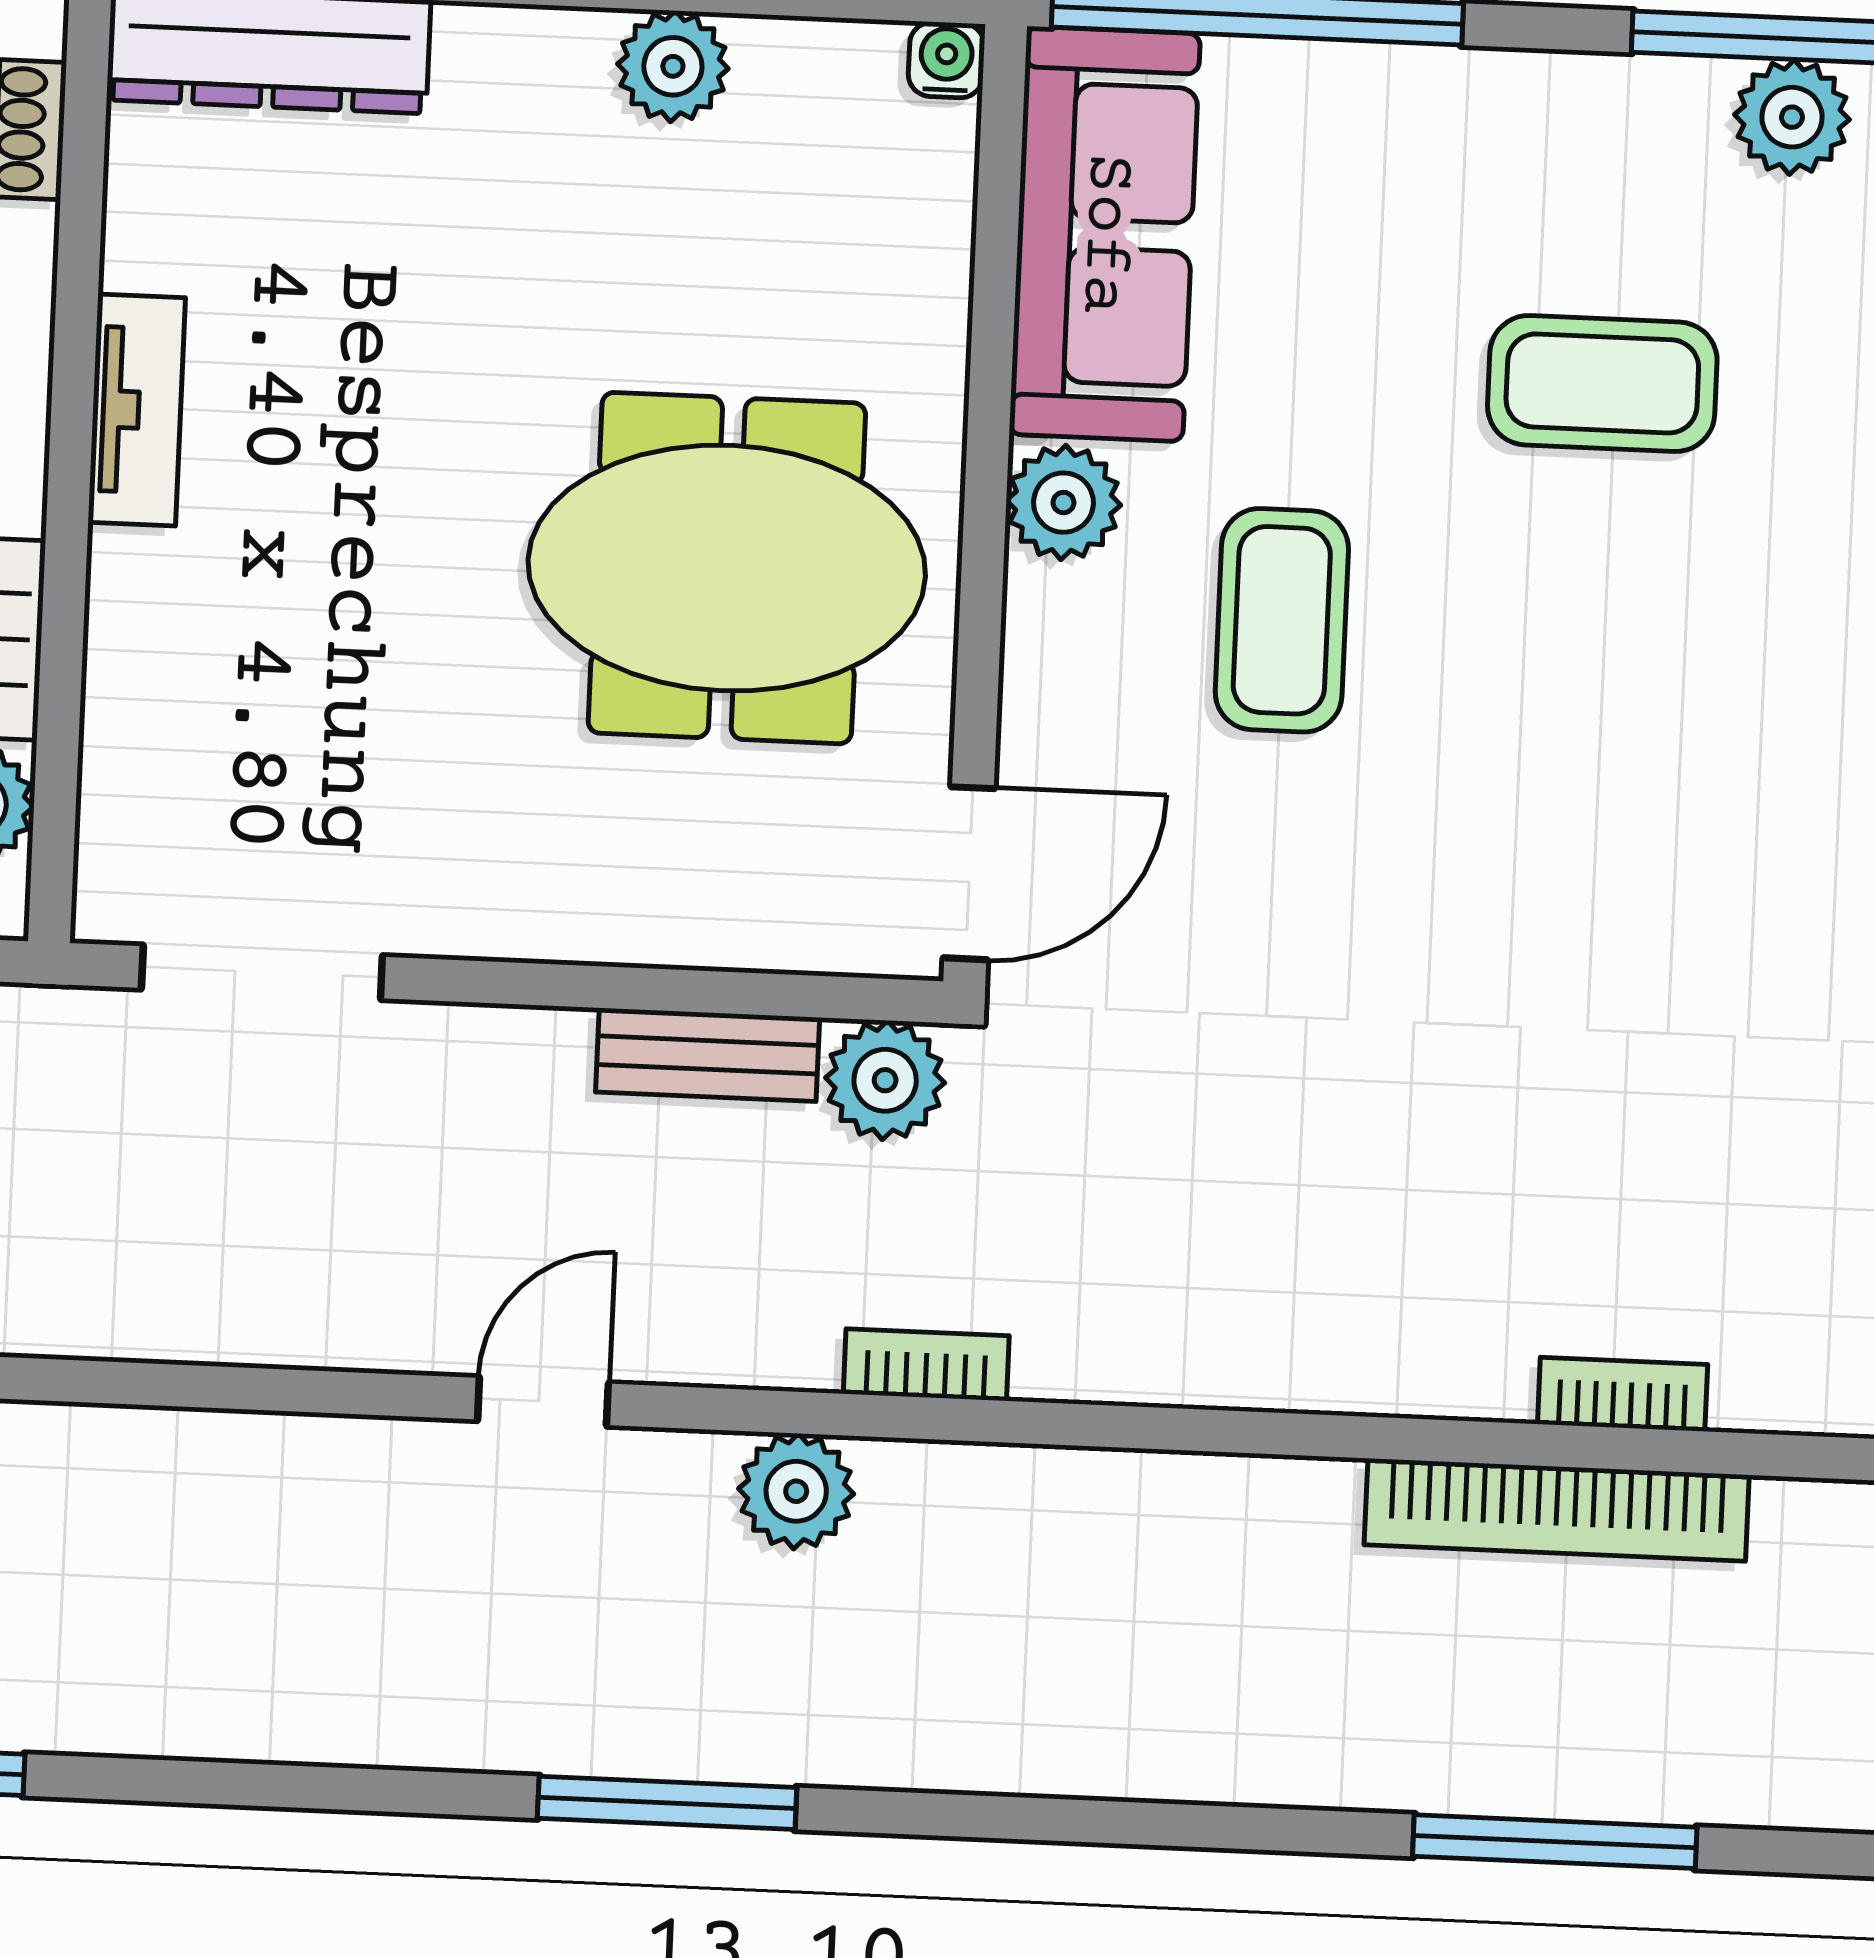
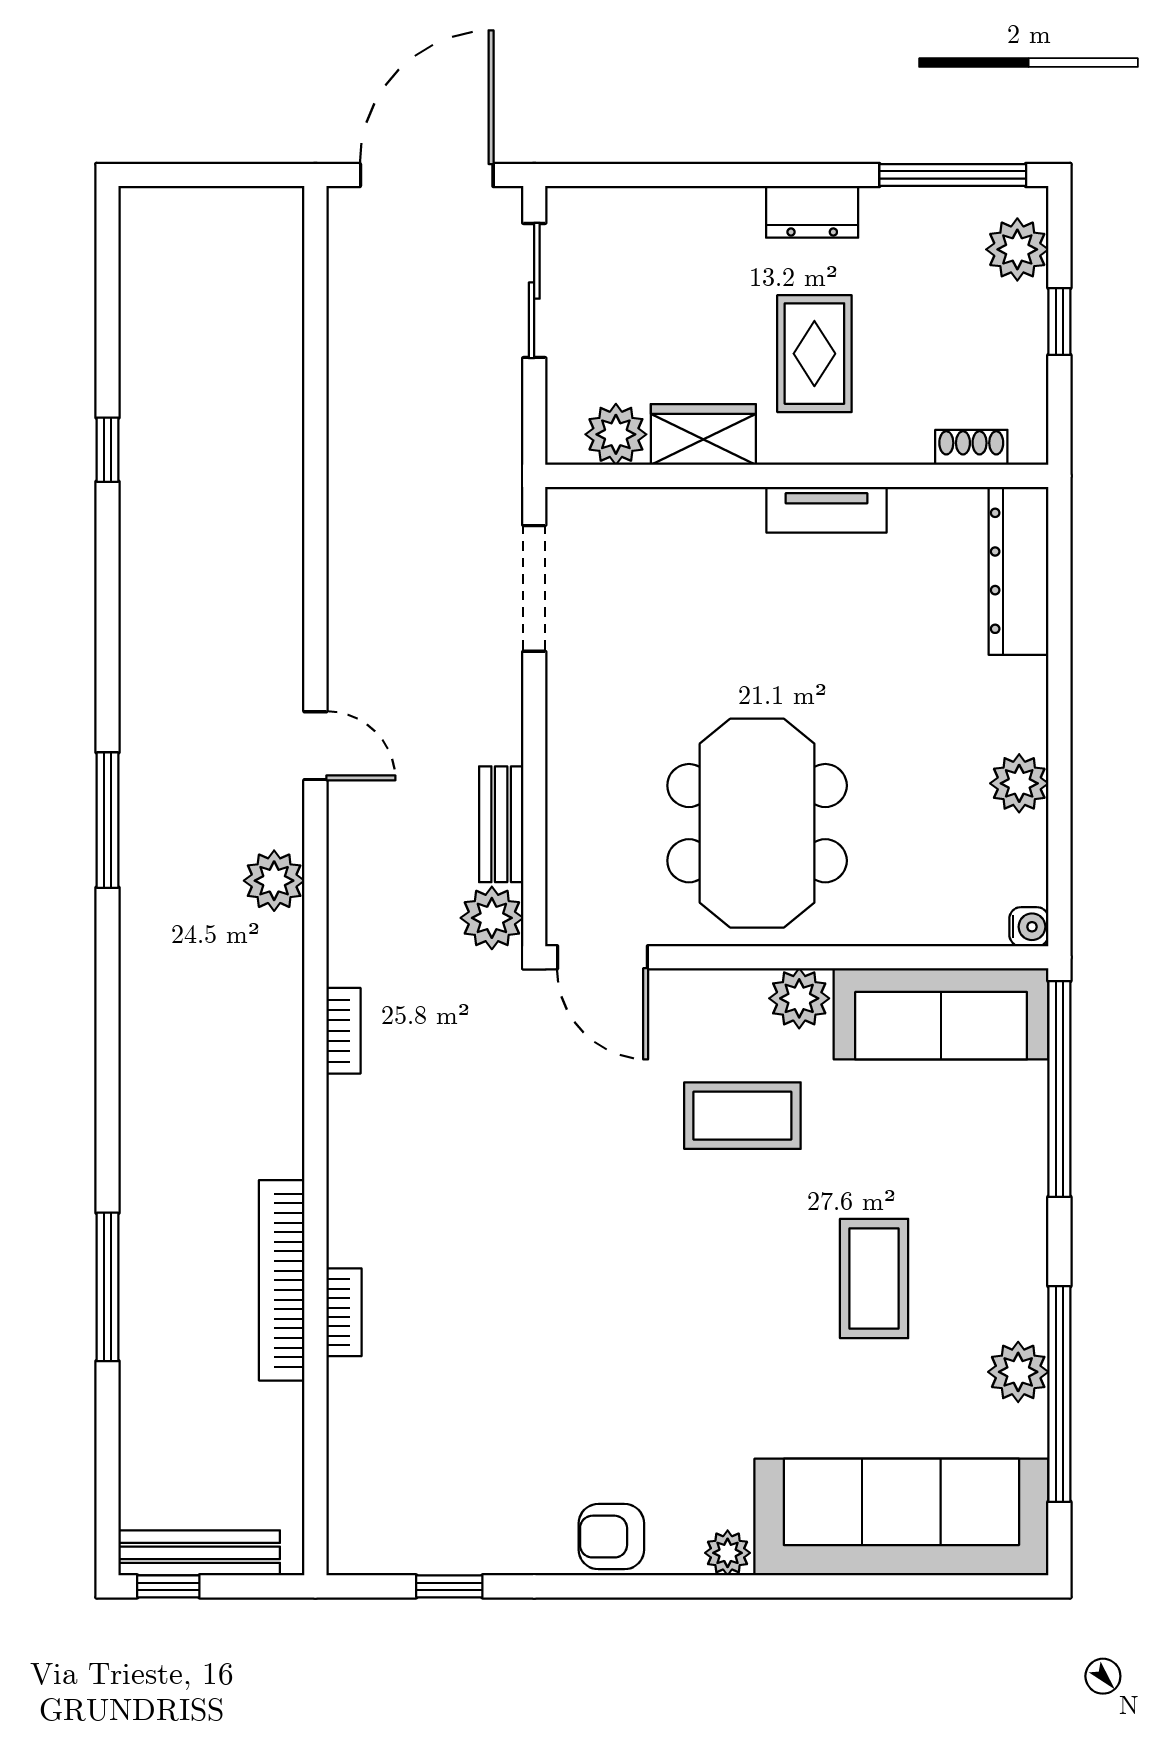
bookcase: (926, 1365) -> (343, 1031), moved

